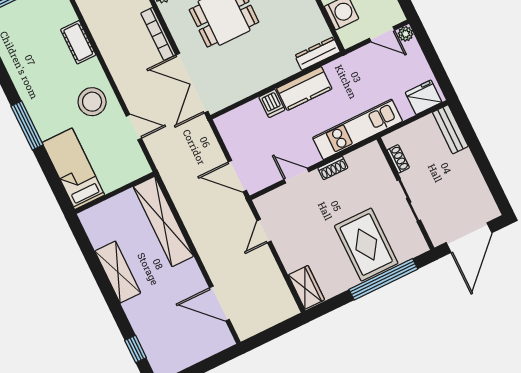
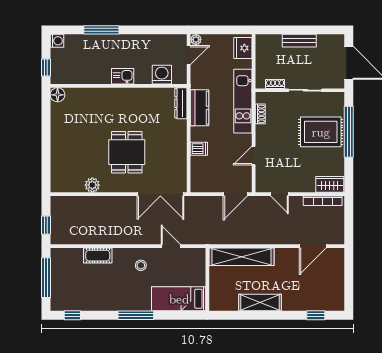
bookcase: (158, 34) -> (323, 201), moved
kitchen counter: (304, 89) -> (199, 108), moved
stool: (92, 102) -> (141, 265), width x0.53, depth x0.53
door: (134, 127) -> (171, 246), hinge flipped
bench: (450, 129) -> (299, 41), moved
shoe rack: (333, 168) -> (260, 114), moved

